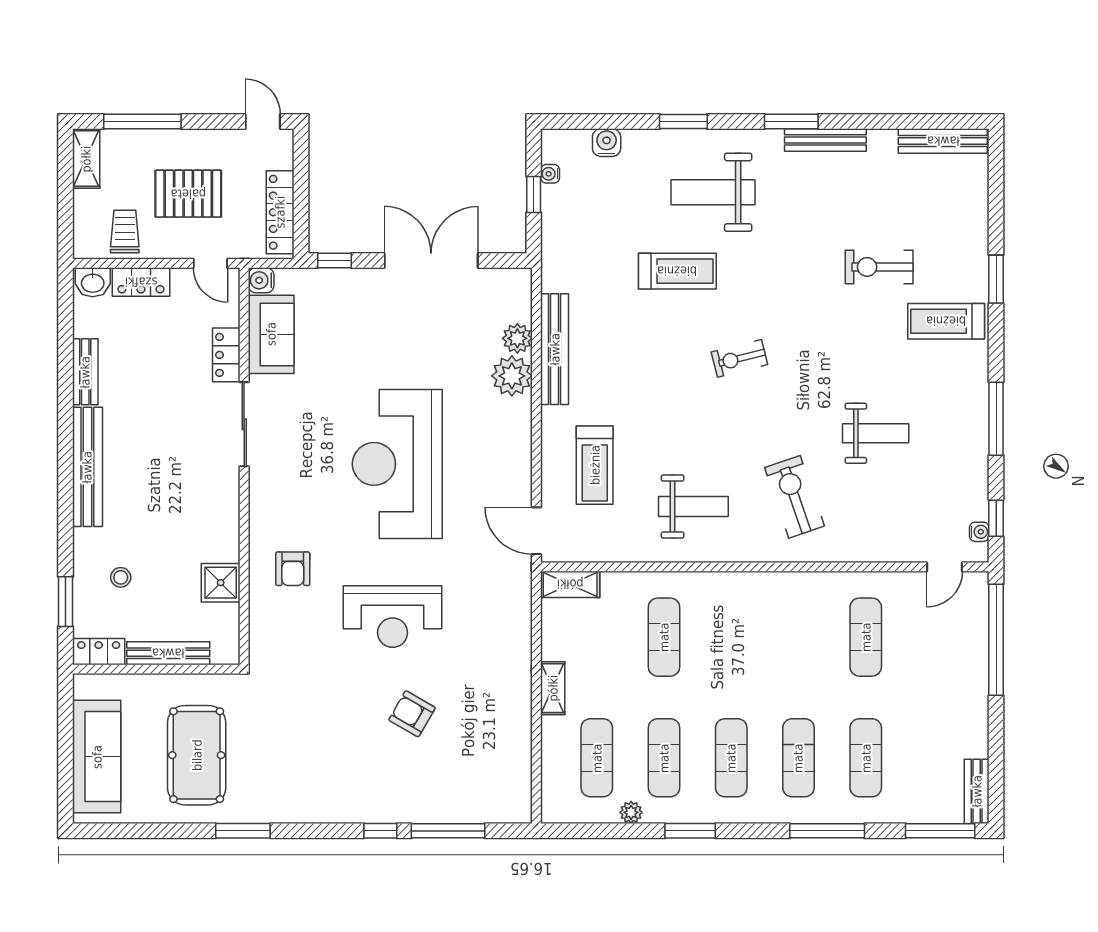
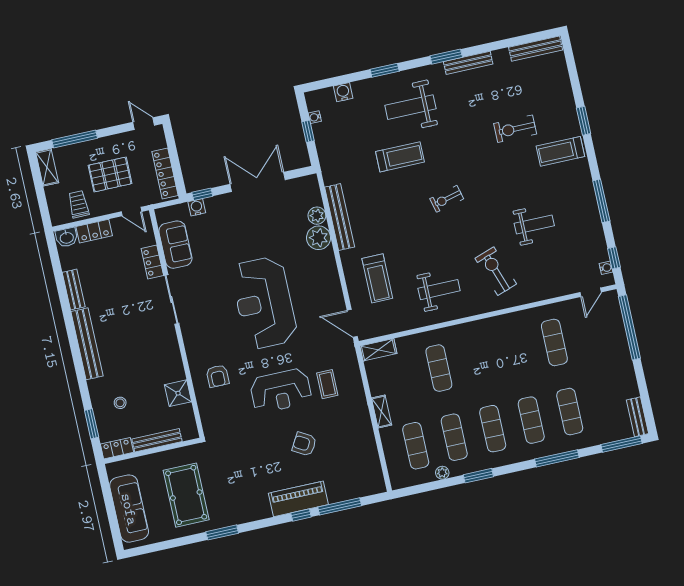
water cooler: (261, 280) -> (197, 207), moved, turned 90
coffee table: (473, 623) -> (327, 384), added
piano: (382, 803) -> (298, 499), added

